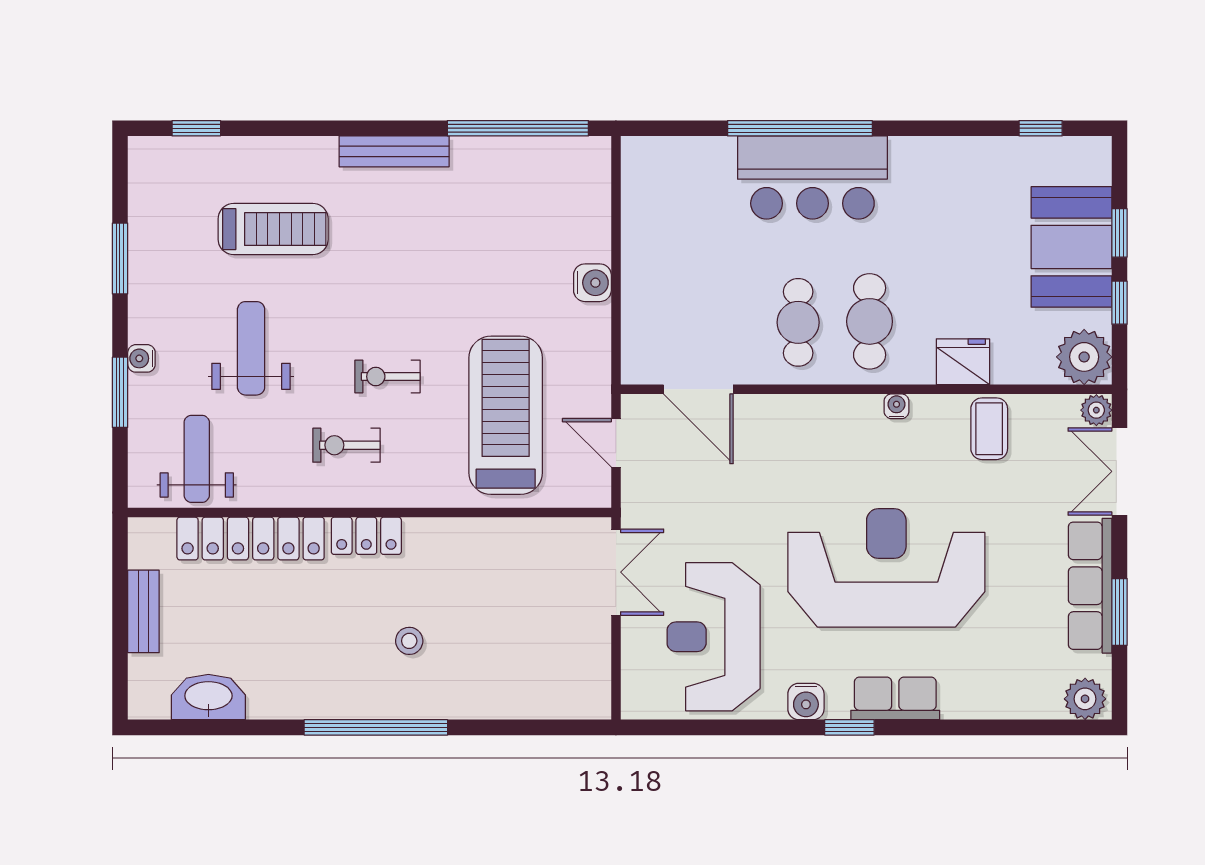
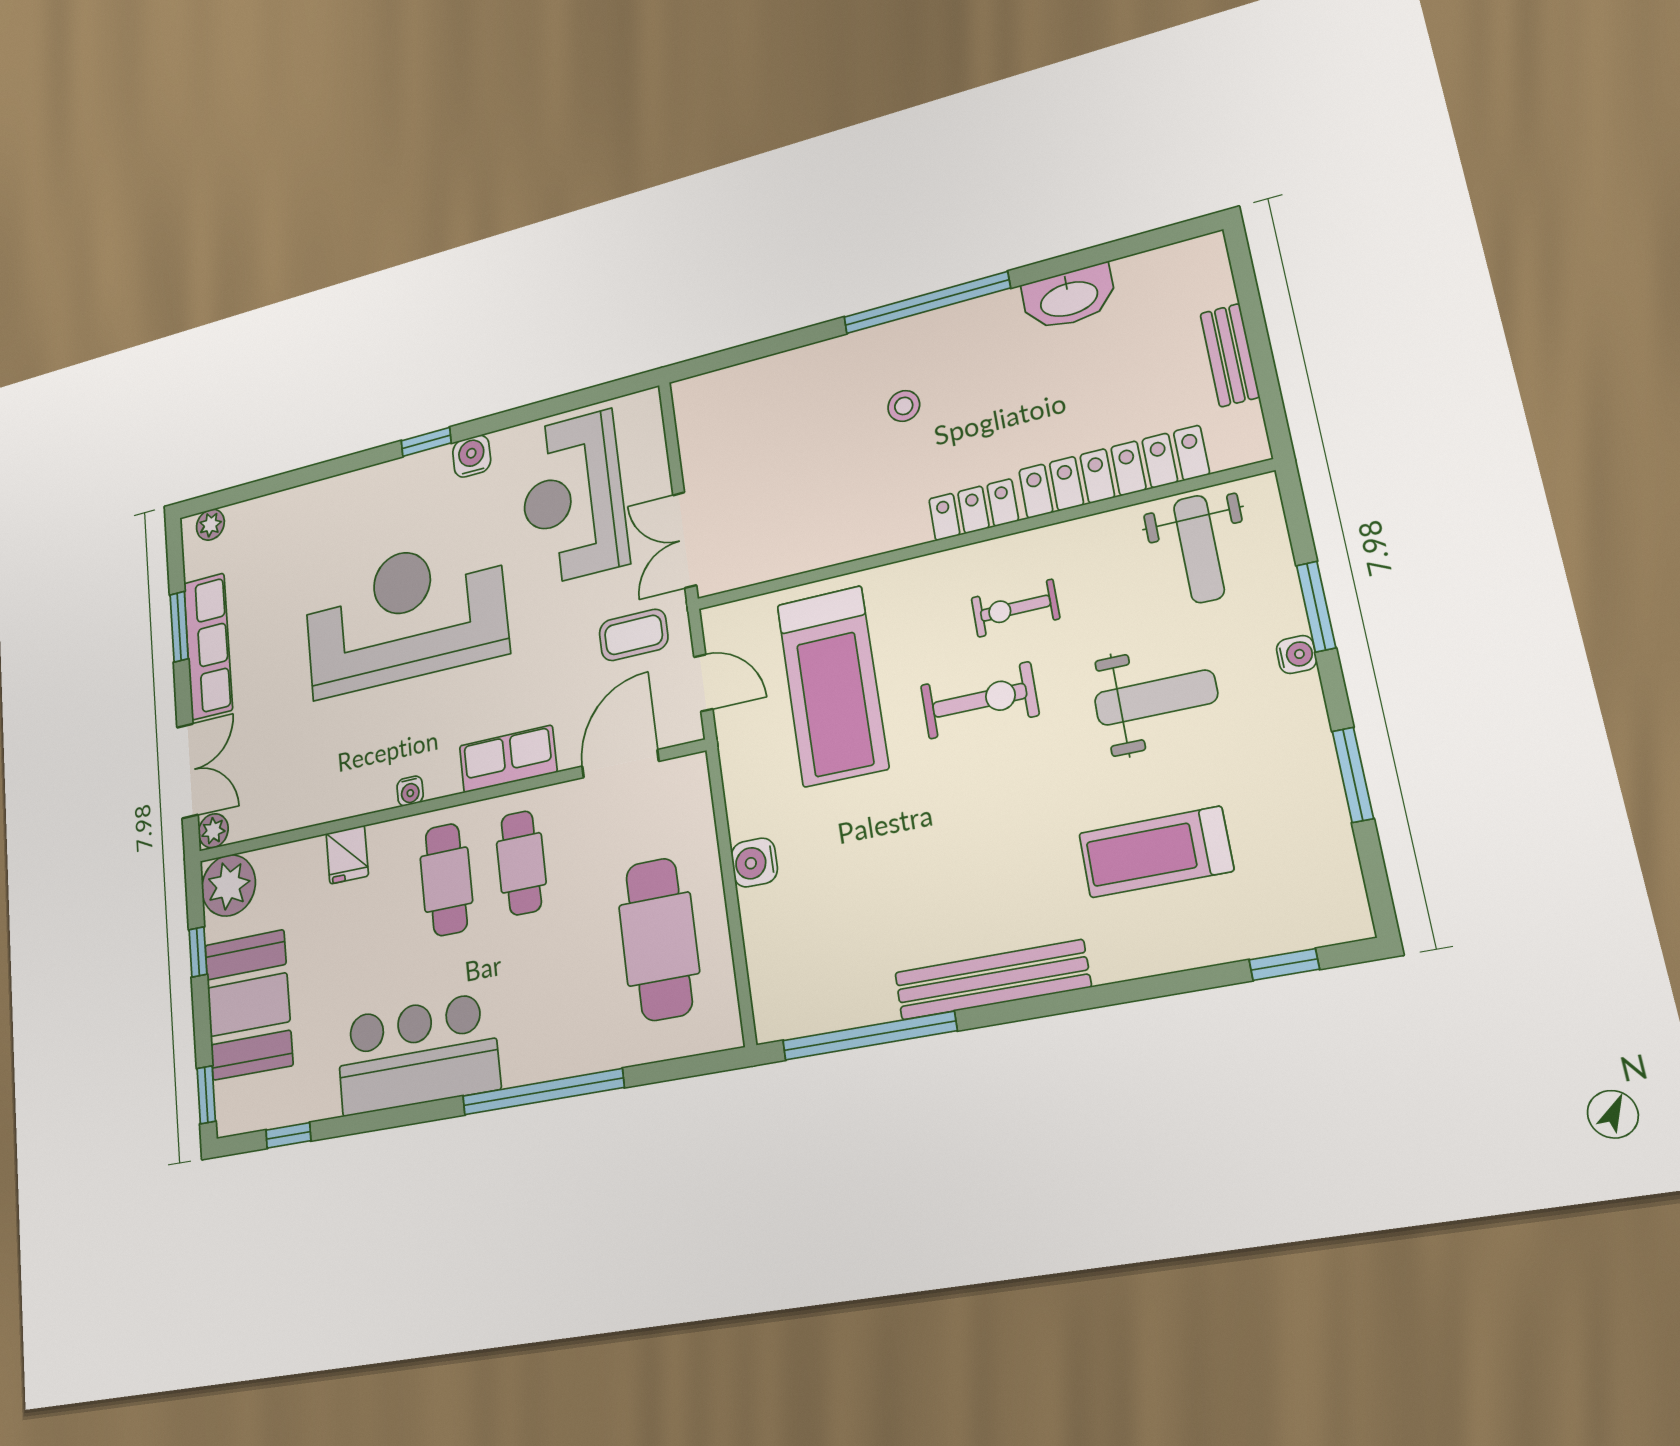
bench: (394, 151) -> (992, 980), width x1.37, depth x1.21
bar counter: (812, 178) -> (417, 1054), moved
window: (1120, 233) -> (206, 1095), moved
cafe table: (683, 235) -> (659, 939), added
weight bench: (251, 348) -> (1156, 698), turned -90
fridge: (963, 362) -> (347, 855), width x0.72
exercise bike: (387, 377) -> (979, 700), width x1.38, depth x1.39
door: (698, 389) -> (620, 764), hinge flipped
coffee table: (989, 429) -> (634, 635), moved, turned 90
exercise bike: (346, 445) -> (1015, 608), turned 180
reception desk: (886, 568) -> (405, 615), turned 180
reception desk: (714, 637) -> (573, 498), turned 180
washbasin: (208, 697) -> (1069, 298), moved
row of seats: (895, 698) -> (508, 759), moved, turned 180
plant: (1085, 699) -> (210, 525), width x0.73, depth x0.73

